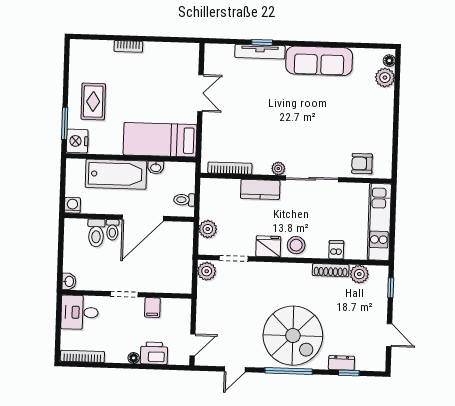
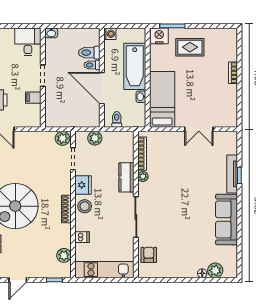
floor lamp: (389, 61) -> (202, 273), moved
plant: (278, 169) -> (143, 177), moved
shoe rack: (331, 270) -> (66, 209), moved

